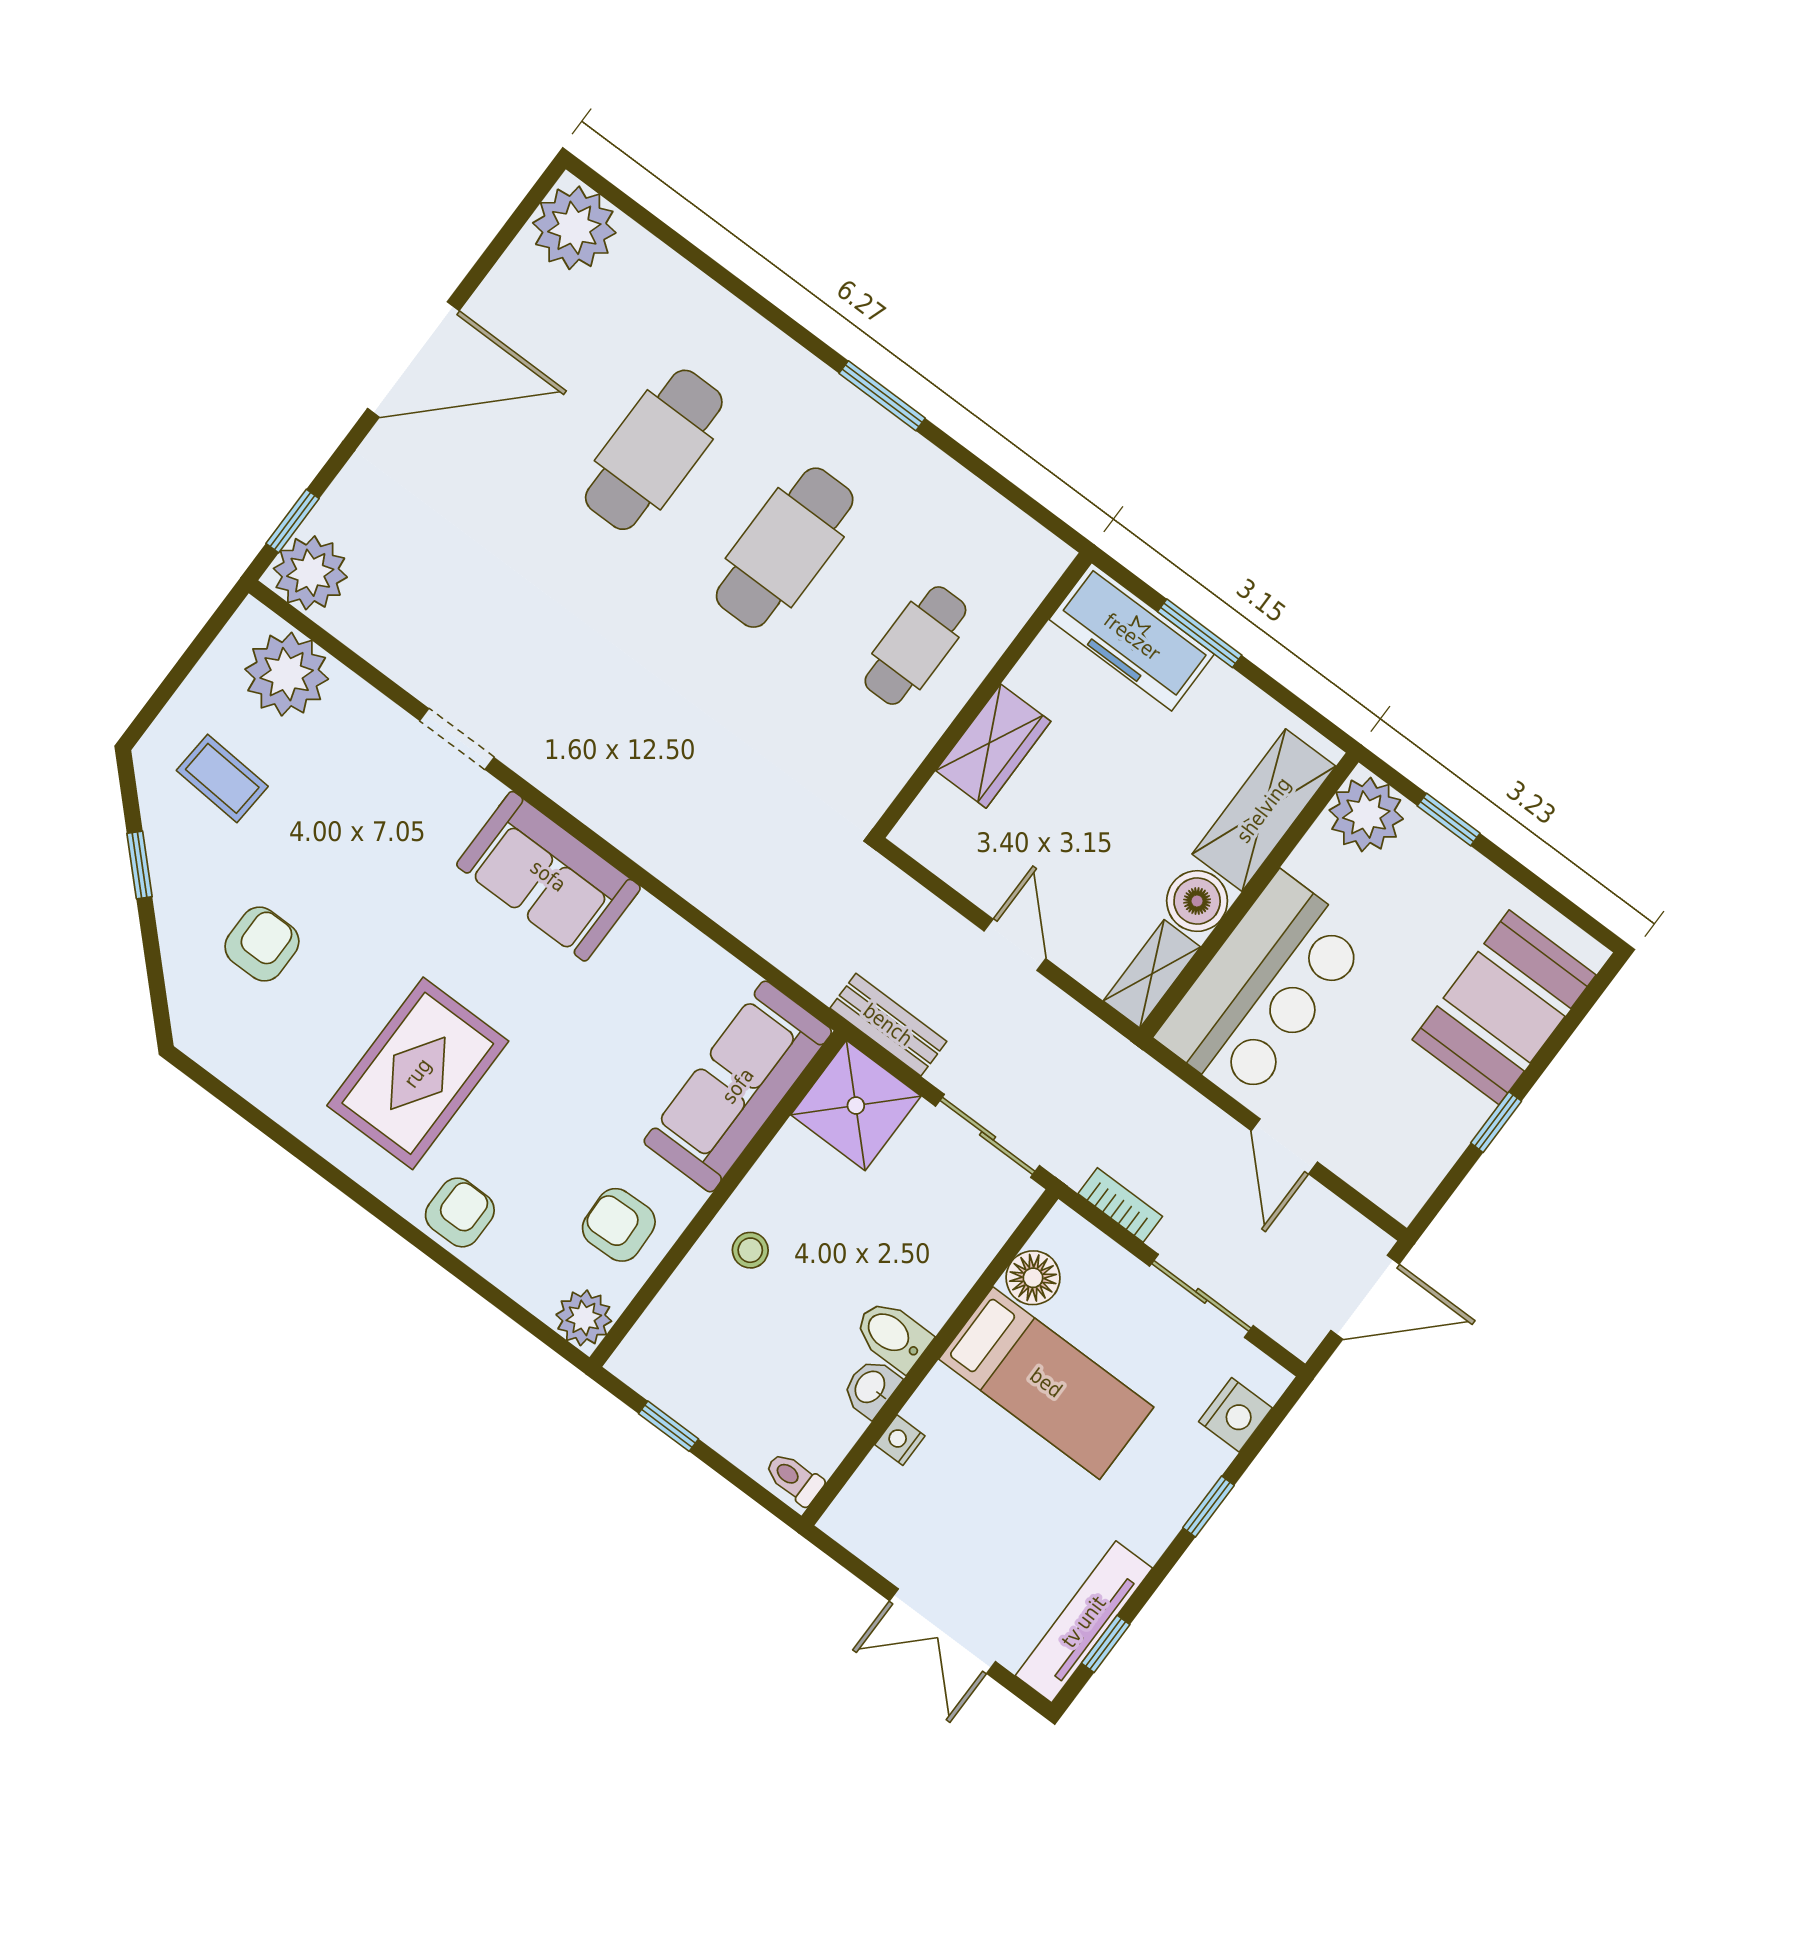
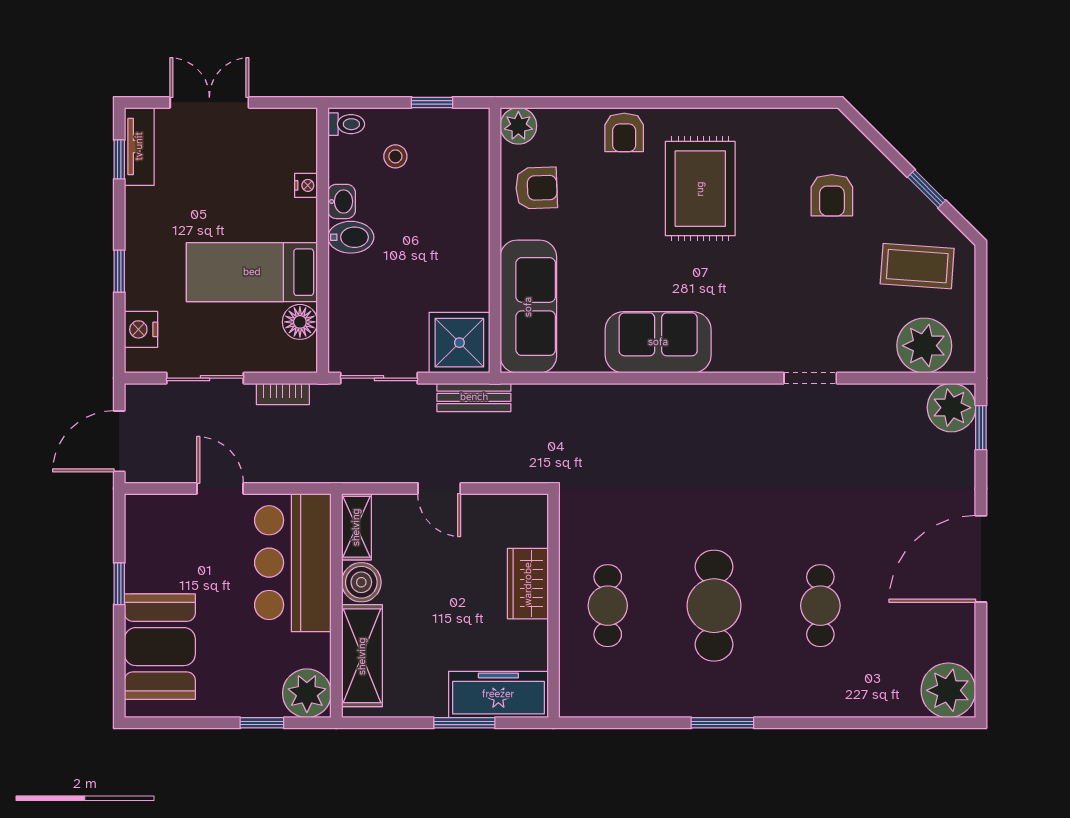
cafe table: (654, 450) -> (820, 606), width x0.73, depth x0.74
coffee table: (222, 778) -> (917, 266), width x1.36, depth x1.30
sofa: (548, 876) -> (658, 342), moved
stool: (750, 1250) -> (395, 156), moved
tv unit: (1084, 1622) -> (139, 146), width x0.71

